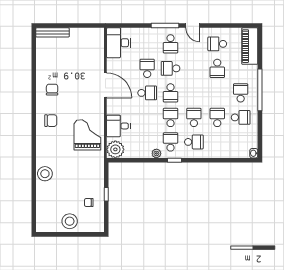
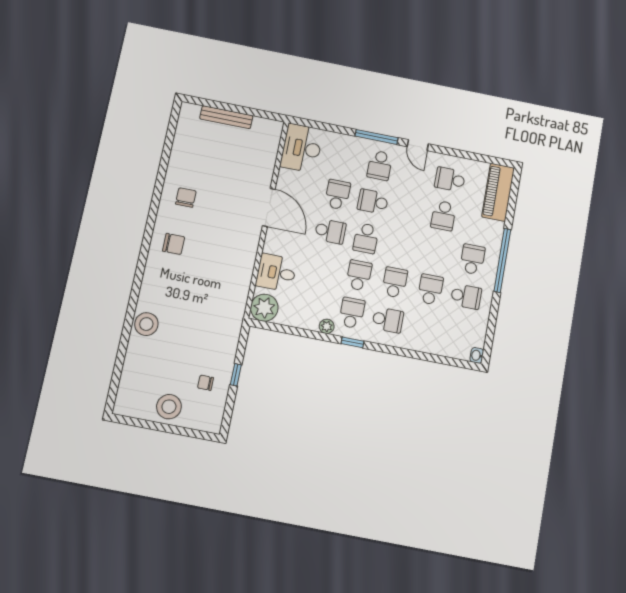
bench: (53, 32) -> (226, 117), moved
grand piano: (87, 135) -> (226, 277), removed

